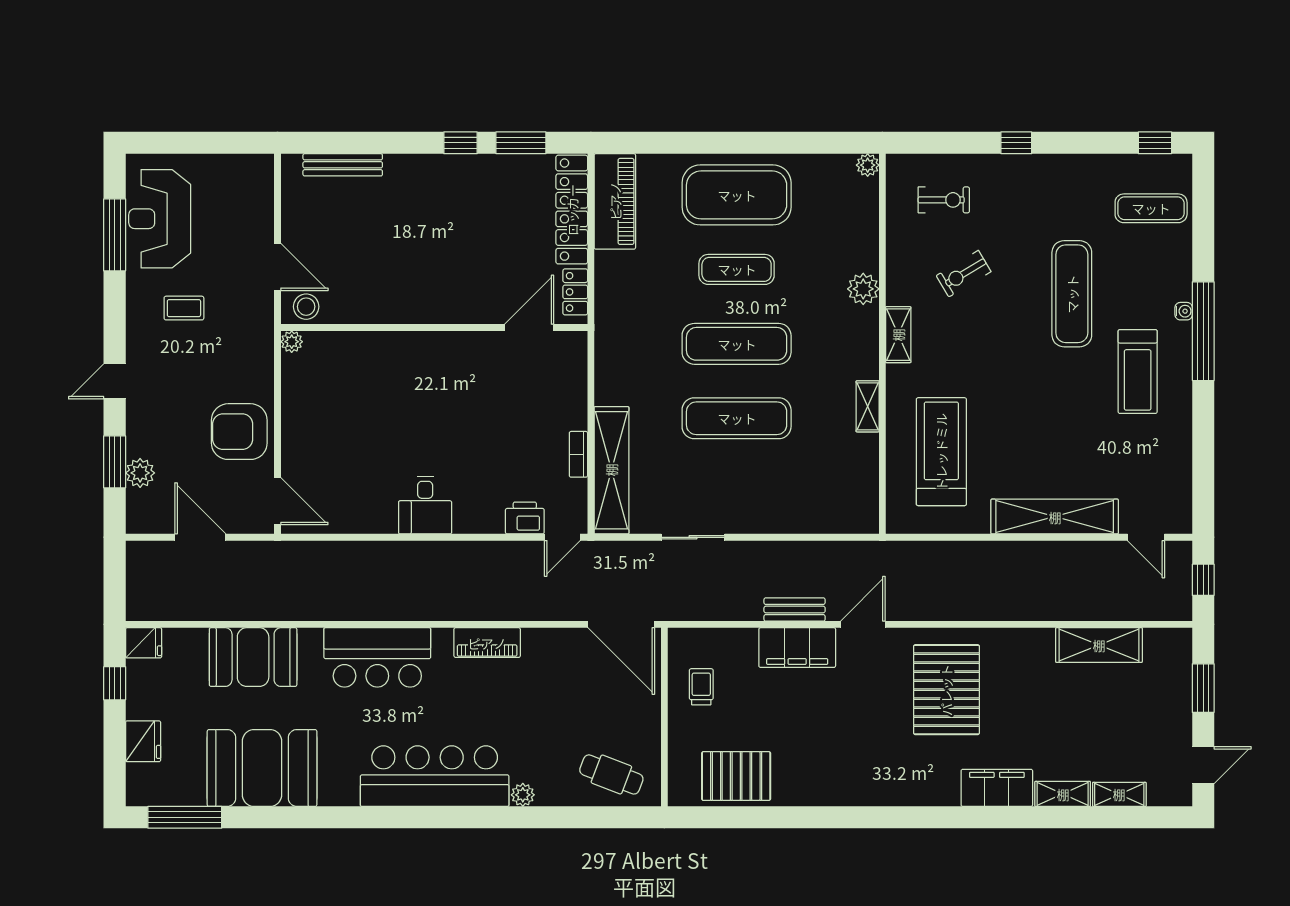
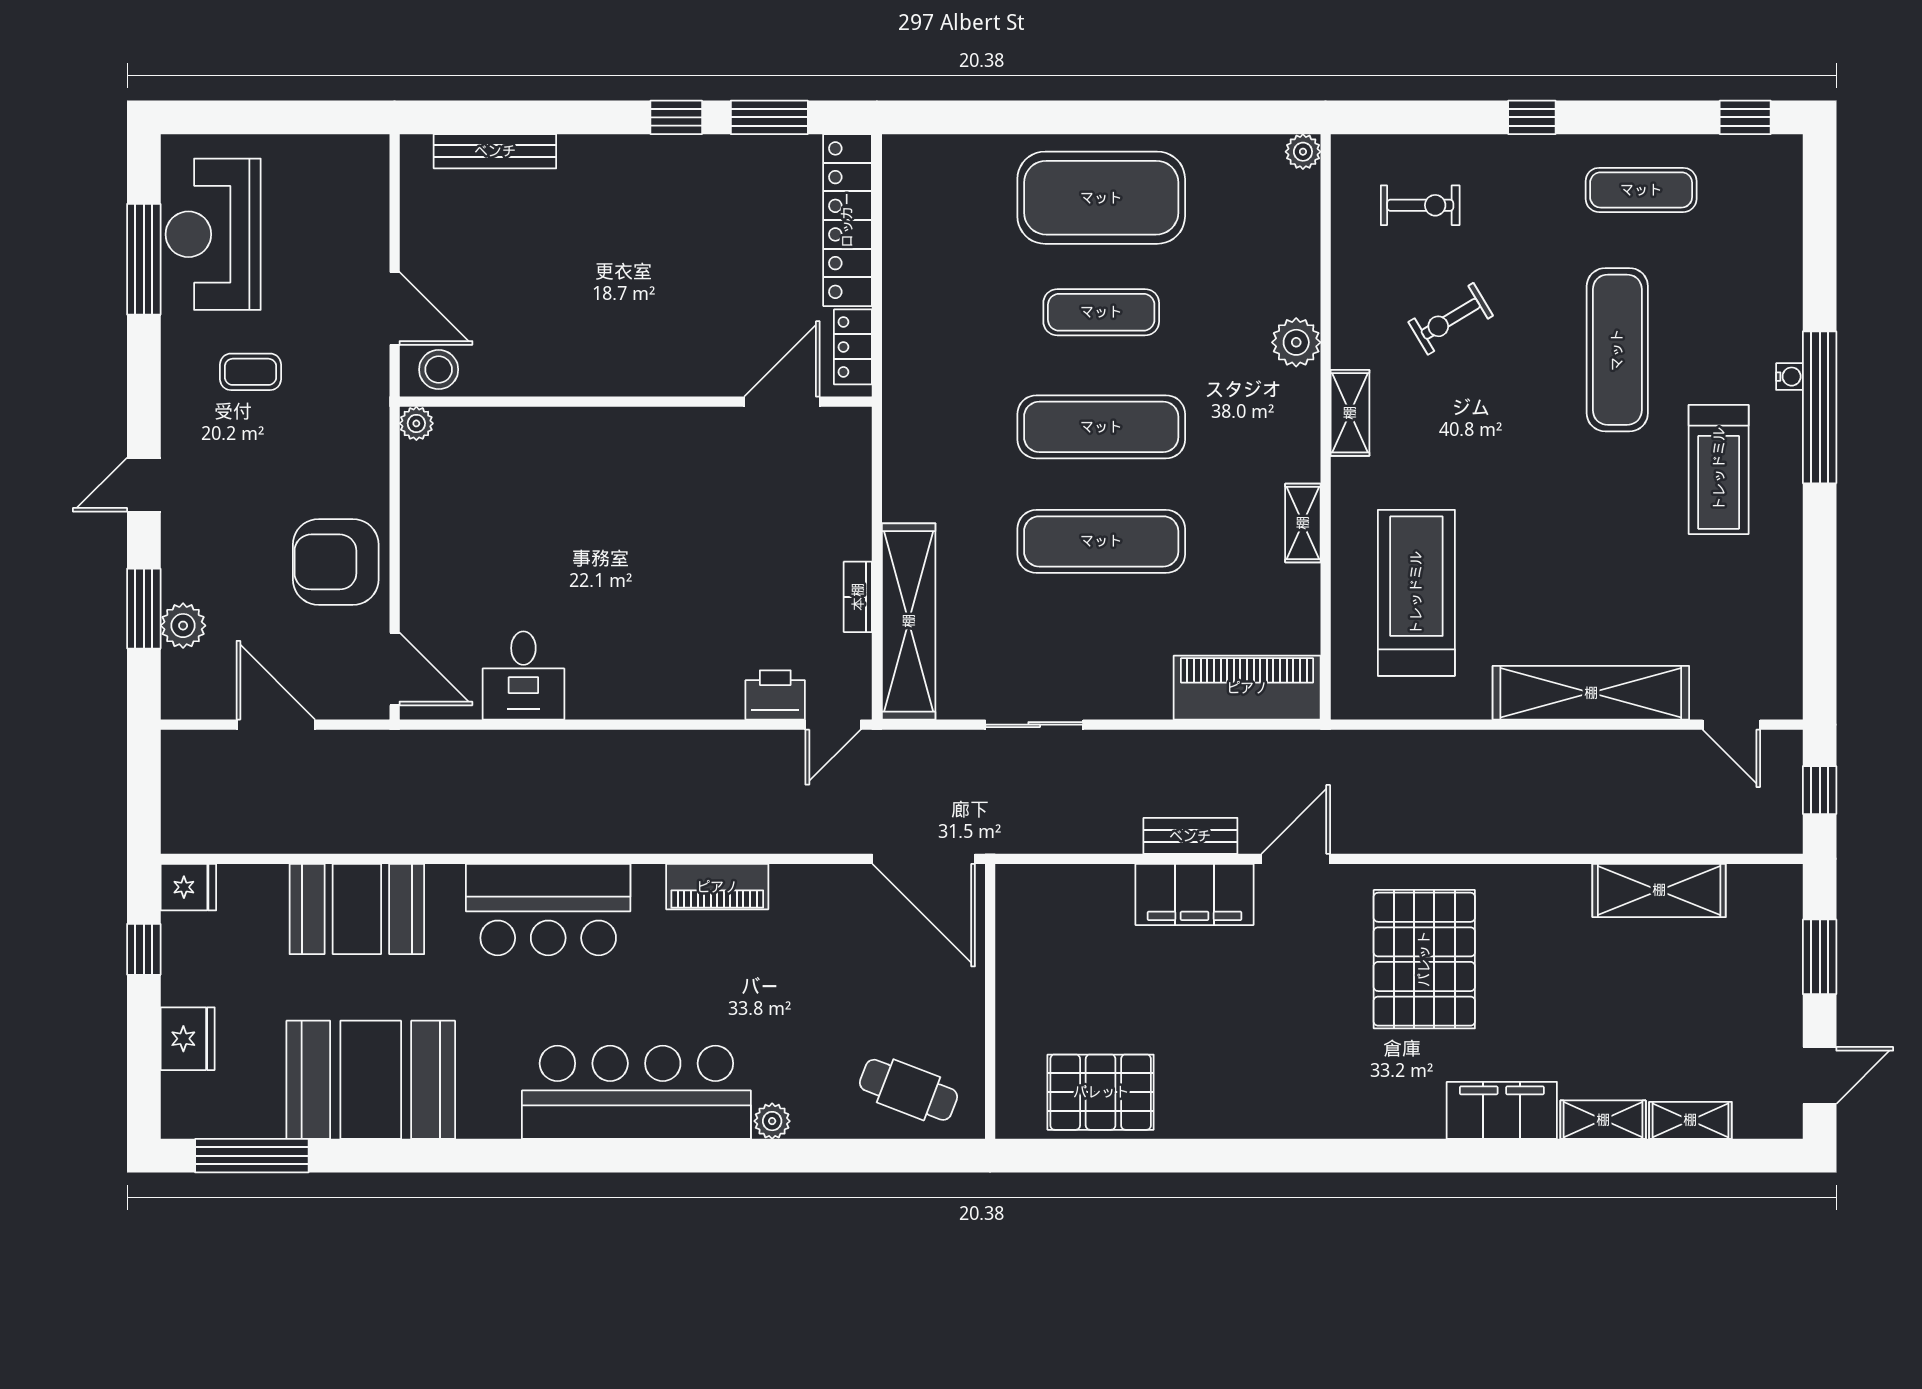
piano: (615, 201) -> (1247, 688), moved, turned -90
exercise mat: (1151, 208) -> (1641, 190), moved
desk: (425, 505) -> (523, 675), moved
trolley: (701, 687) -> (1047, 955), removed

